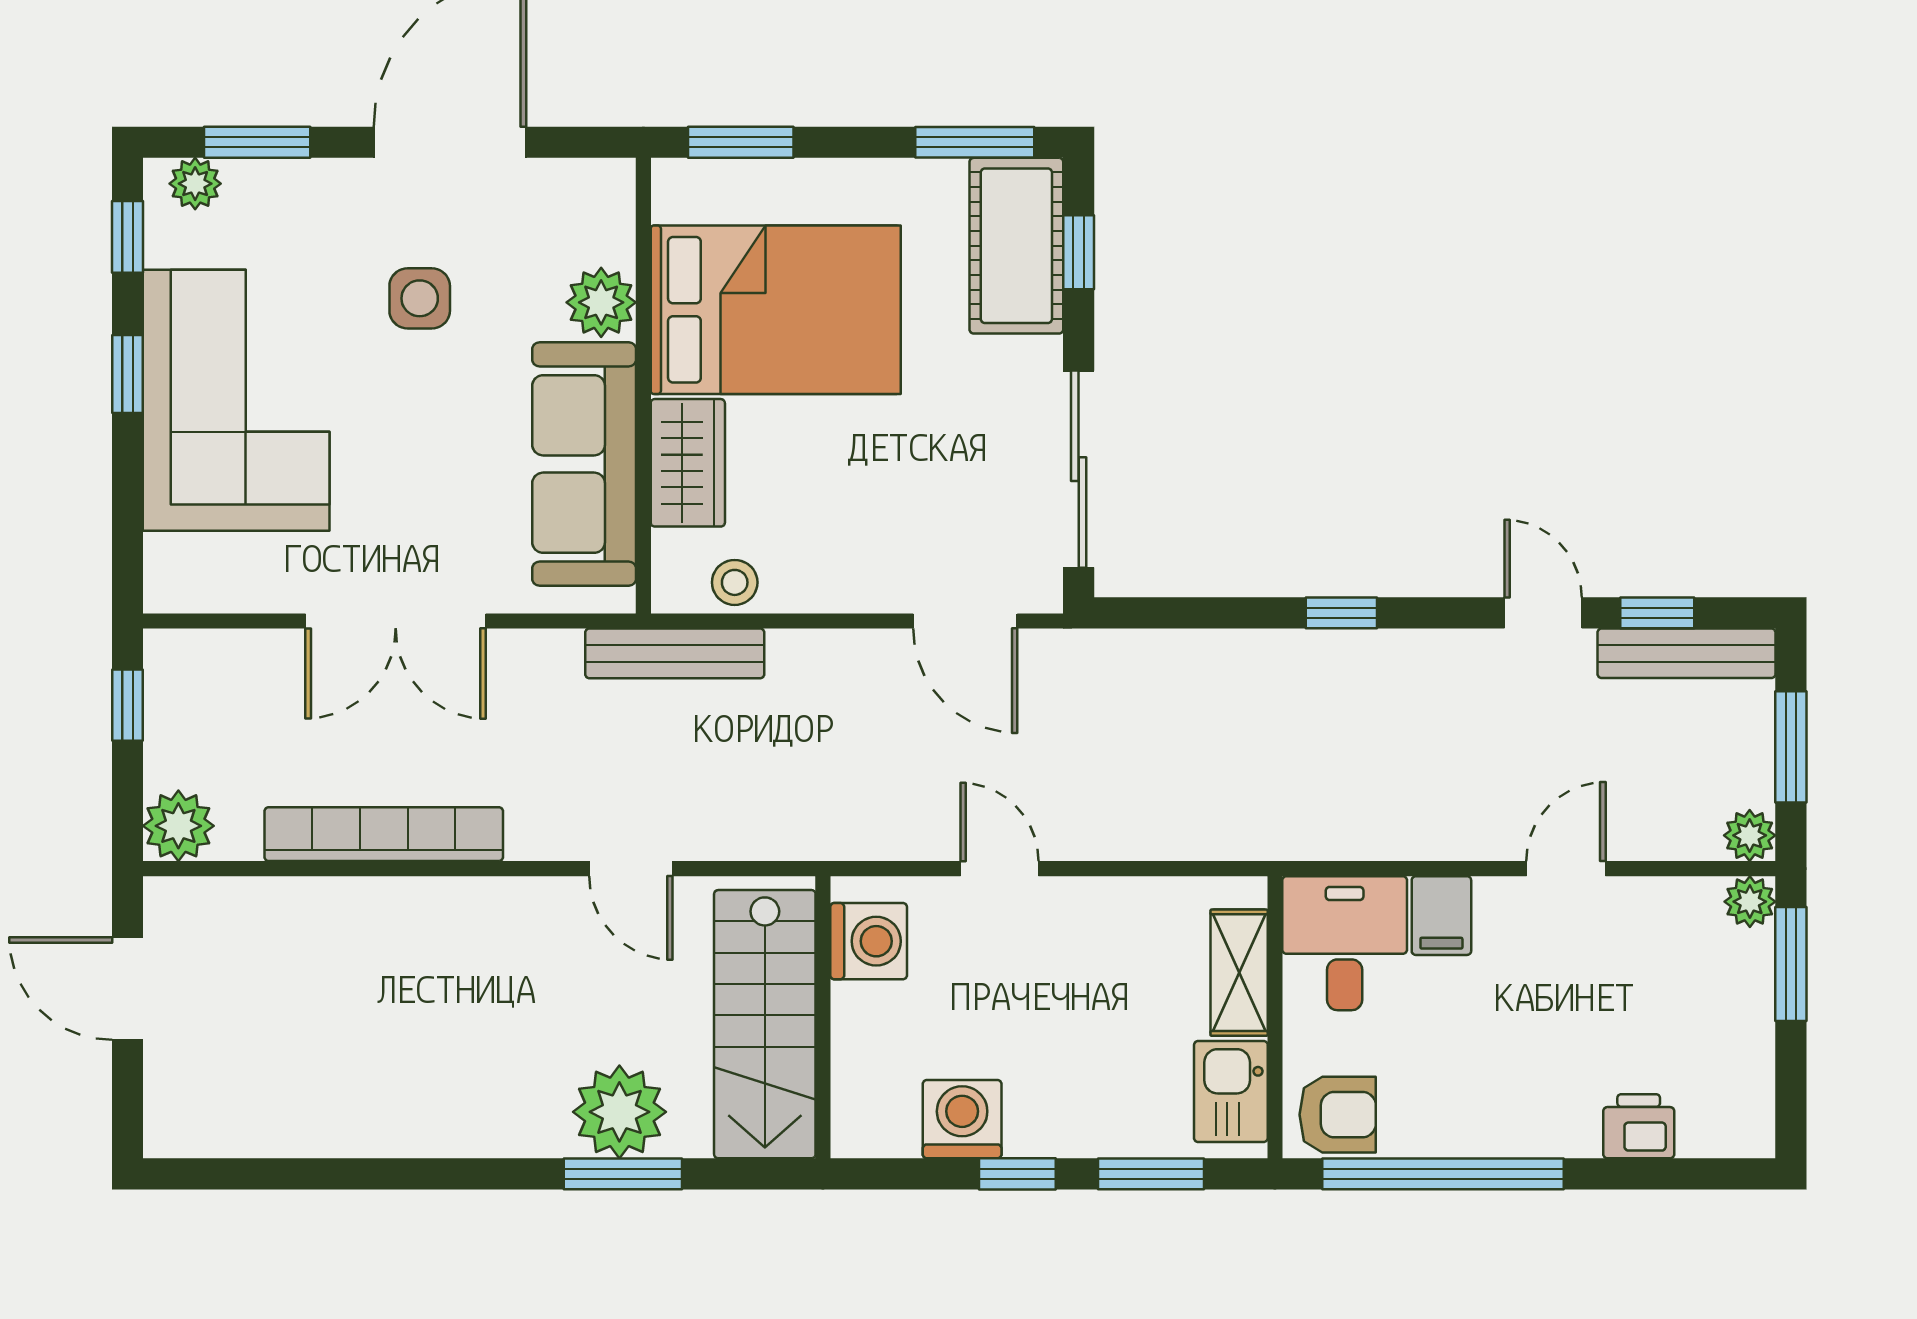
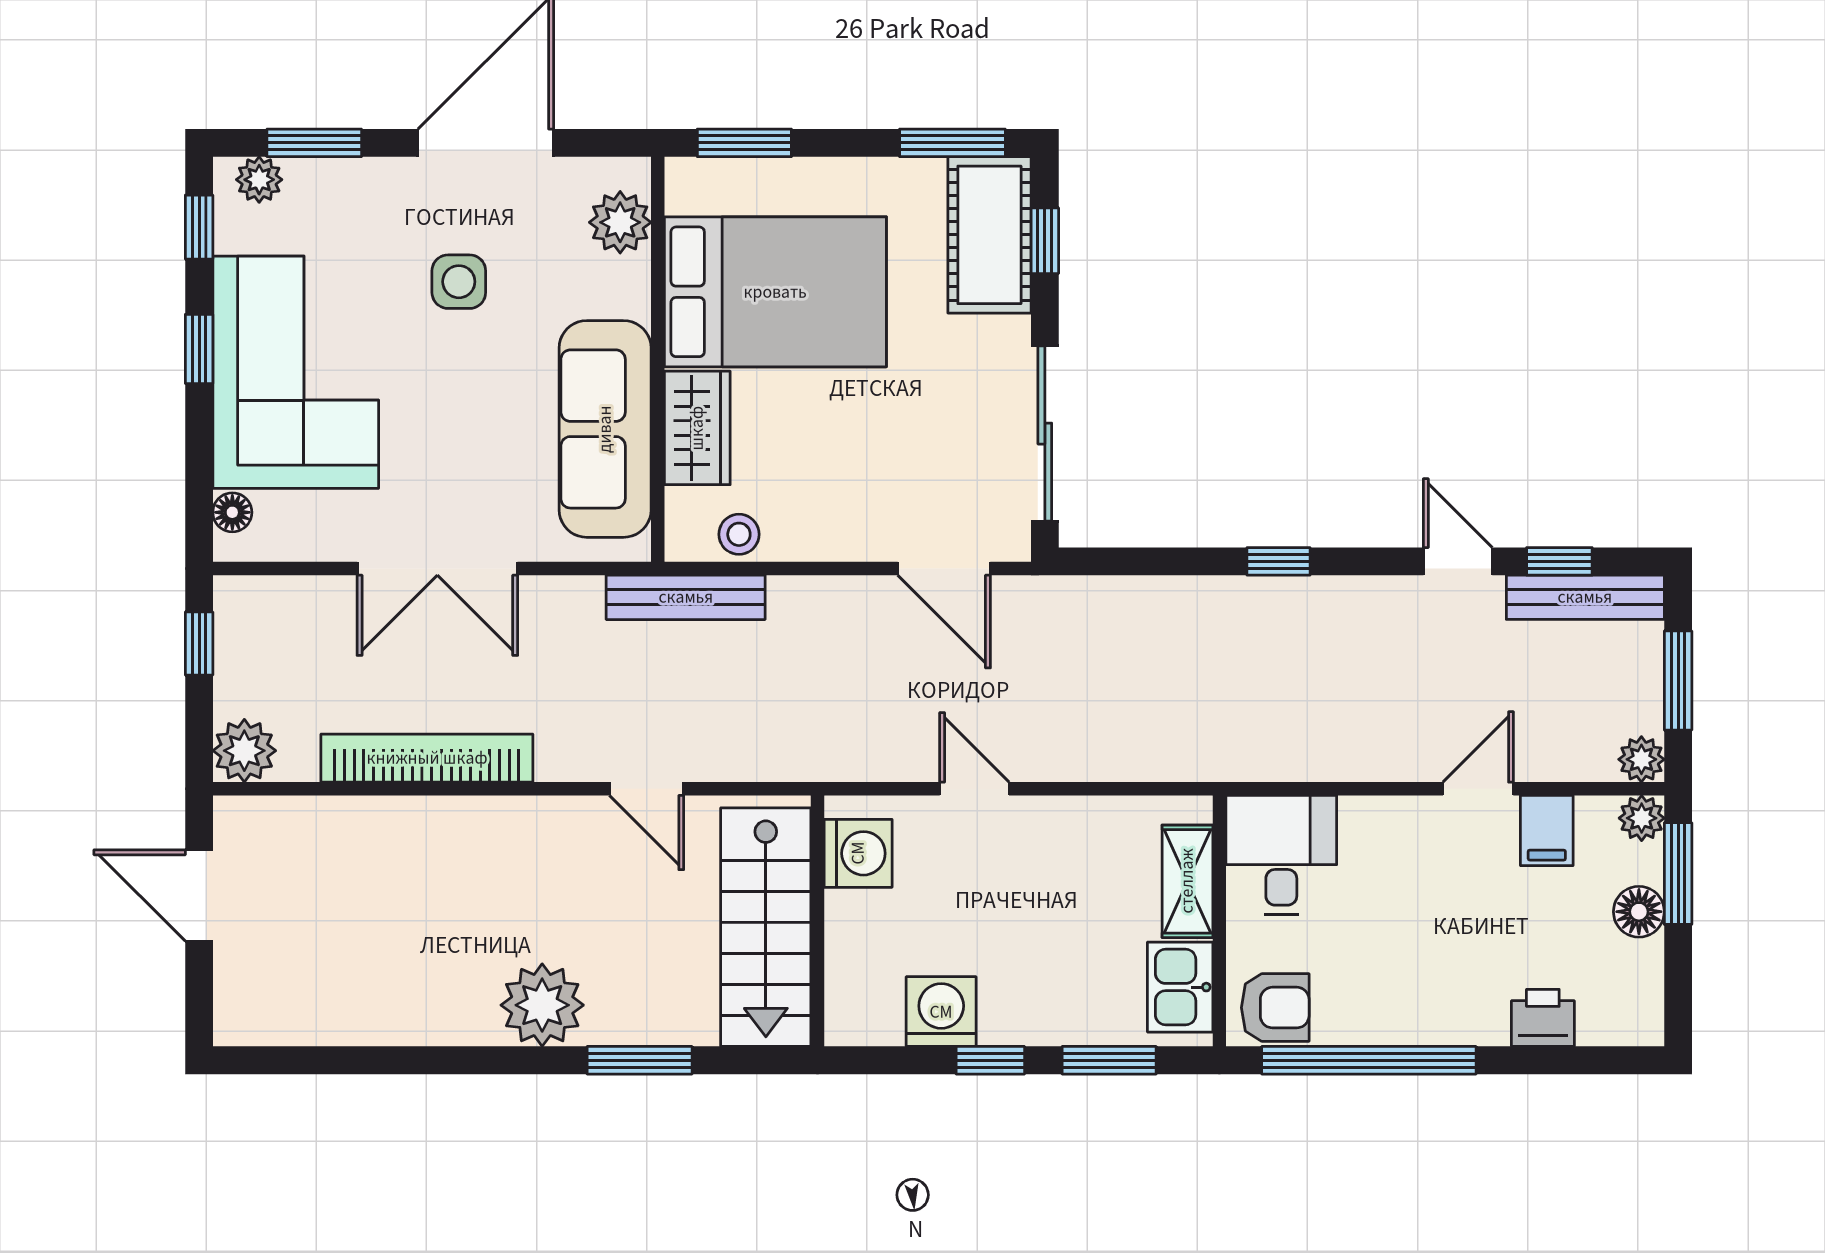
plant: (601, 302) -> (620, 222), moved
floor lamp: (165, 558) -> (232, 512), added
filing cabinet: (1441, 916) -> (1547, 831), moved
floor lamp: (1747, 1007) -> (1639, 912), added
plant: (619, 1112) -> (542, 1005), moved

